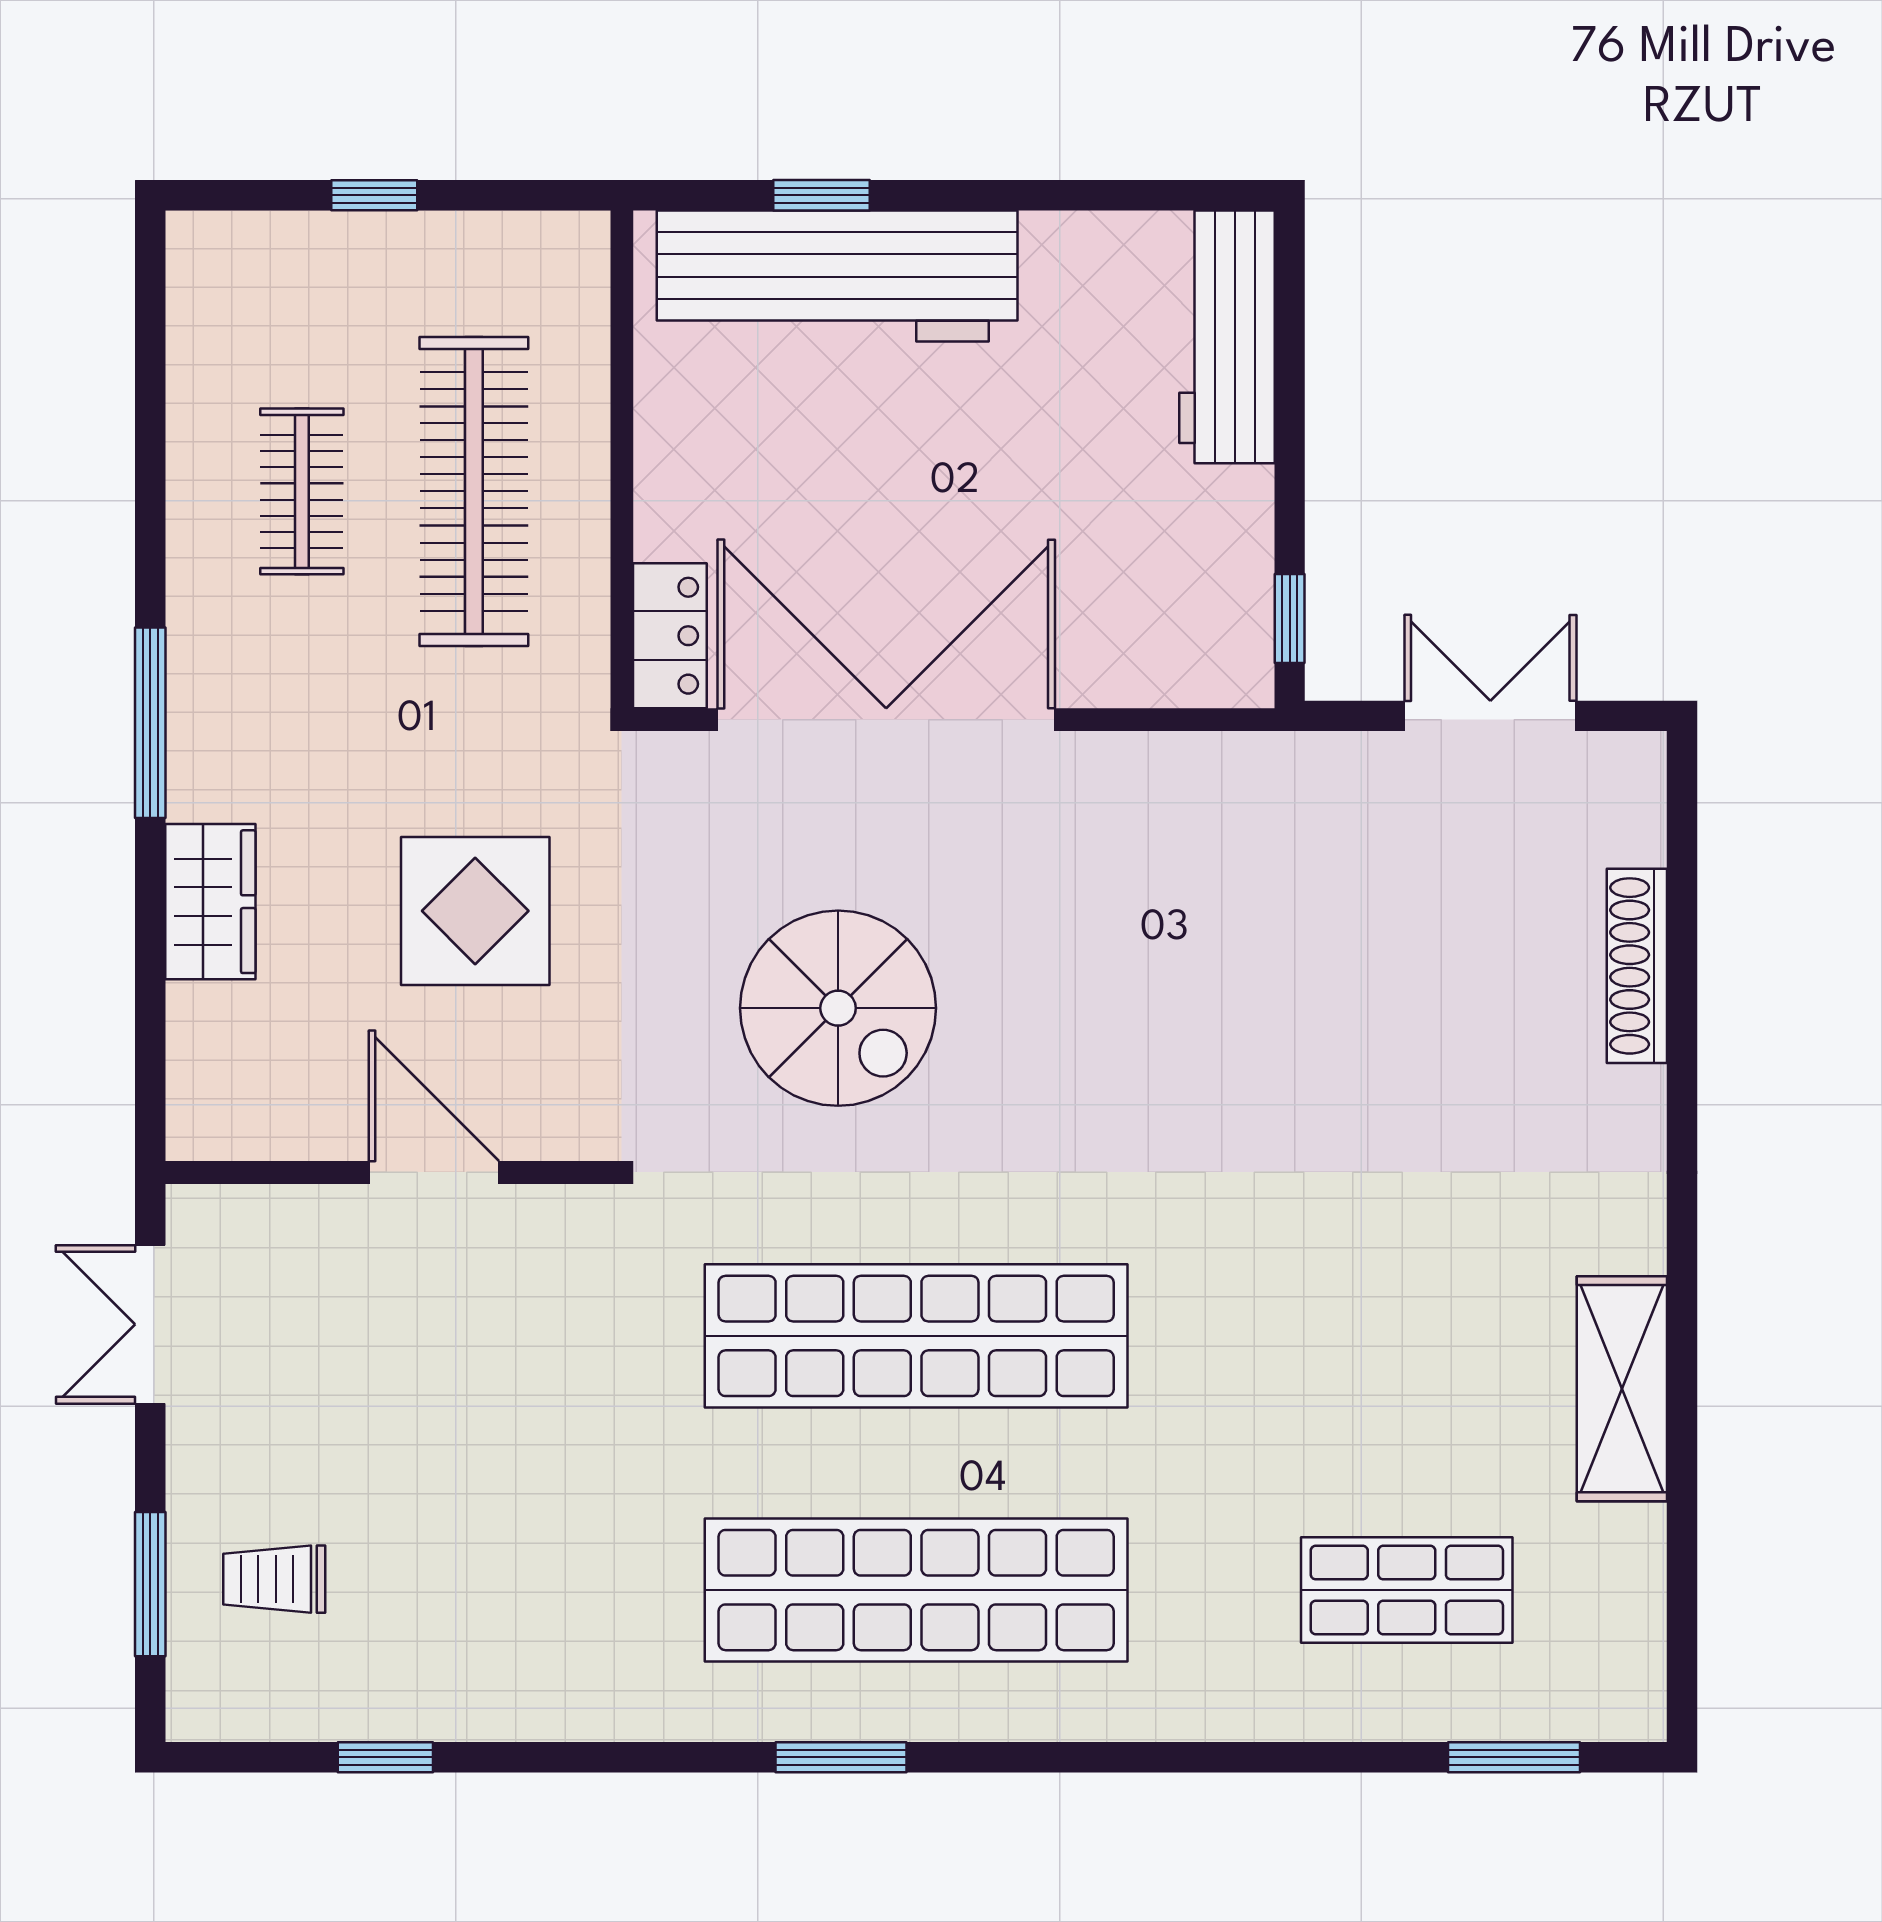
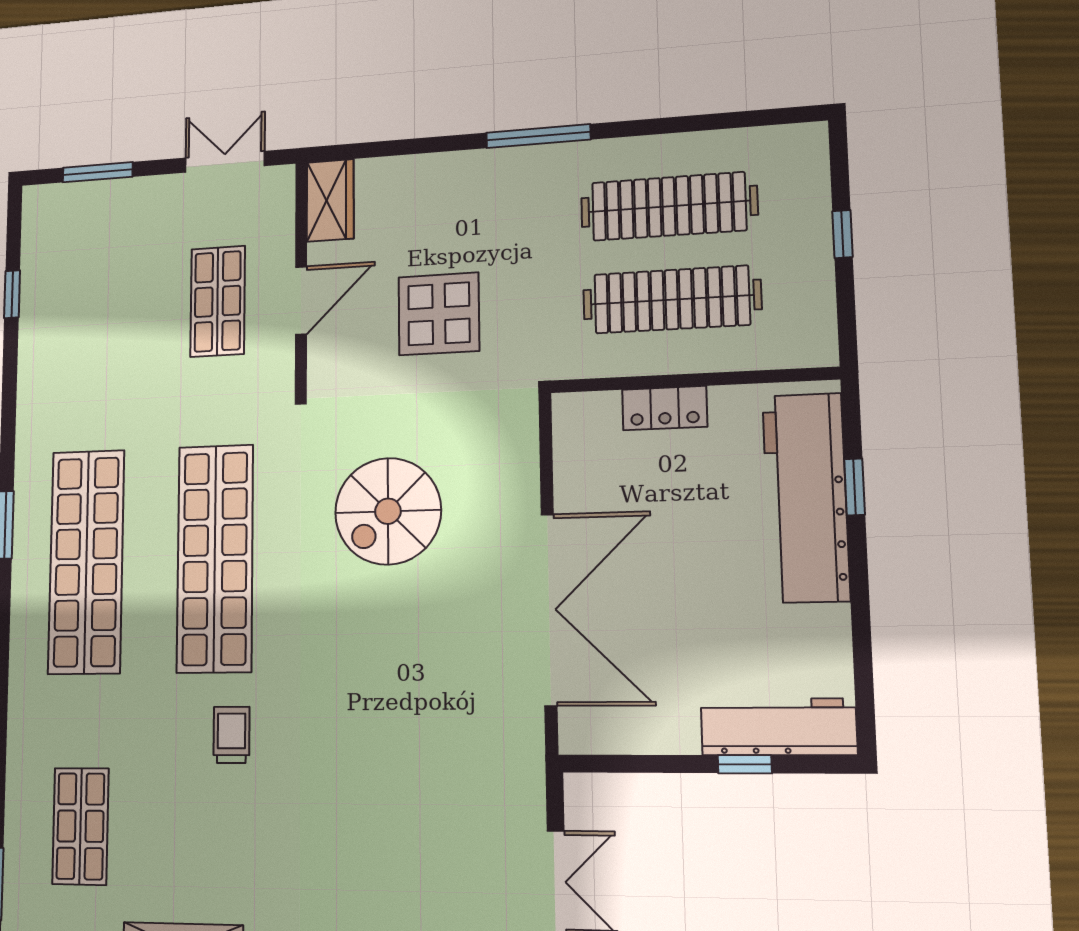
clothes rail: (302, 491) -> (669, 206), width x1.86, depth x1.31
window: (1290, 618) -> (745, 764), moved
locker: (670, 636) -> (665, 408), moved
double door: (886, 720) -> (549, 609), moved
wardrobe: (210, 902) -> (330, 200), moved, turned -90
shop shelf: (425, 1336) -> (218, 301), added
trolley: (274, 1579) -> (231, 735), moved

